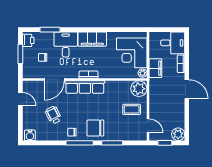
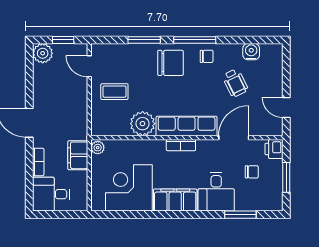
printer: (28, 40) -> (274, 149), moved
corner desk: (132, 53) -> (129, 188), moved, turned -90
plant: (139, 89) -> (143, 124), moved
water cooler: (30, 135) -> (251, 52), moved

